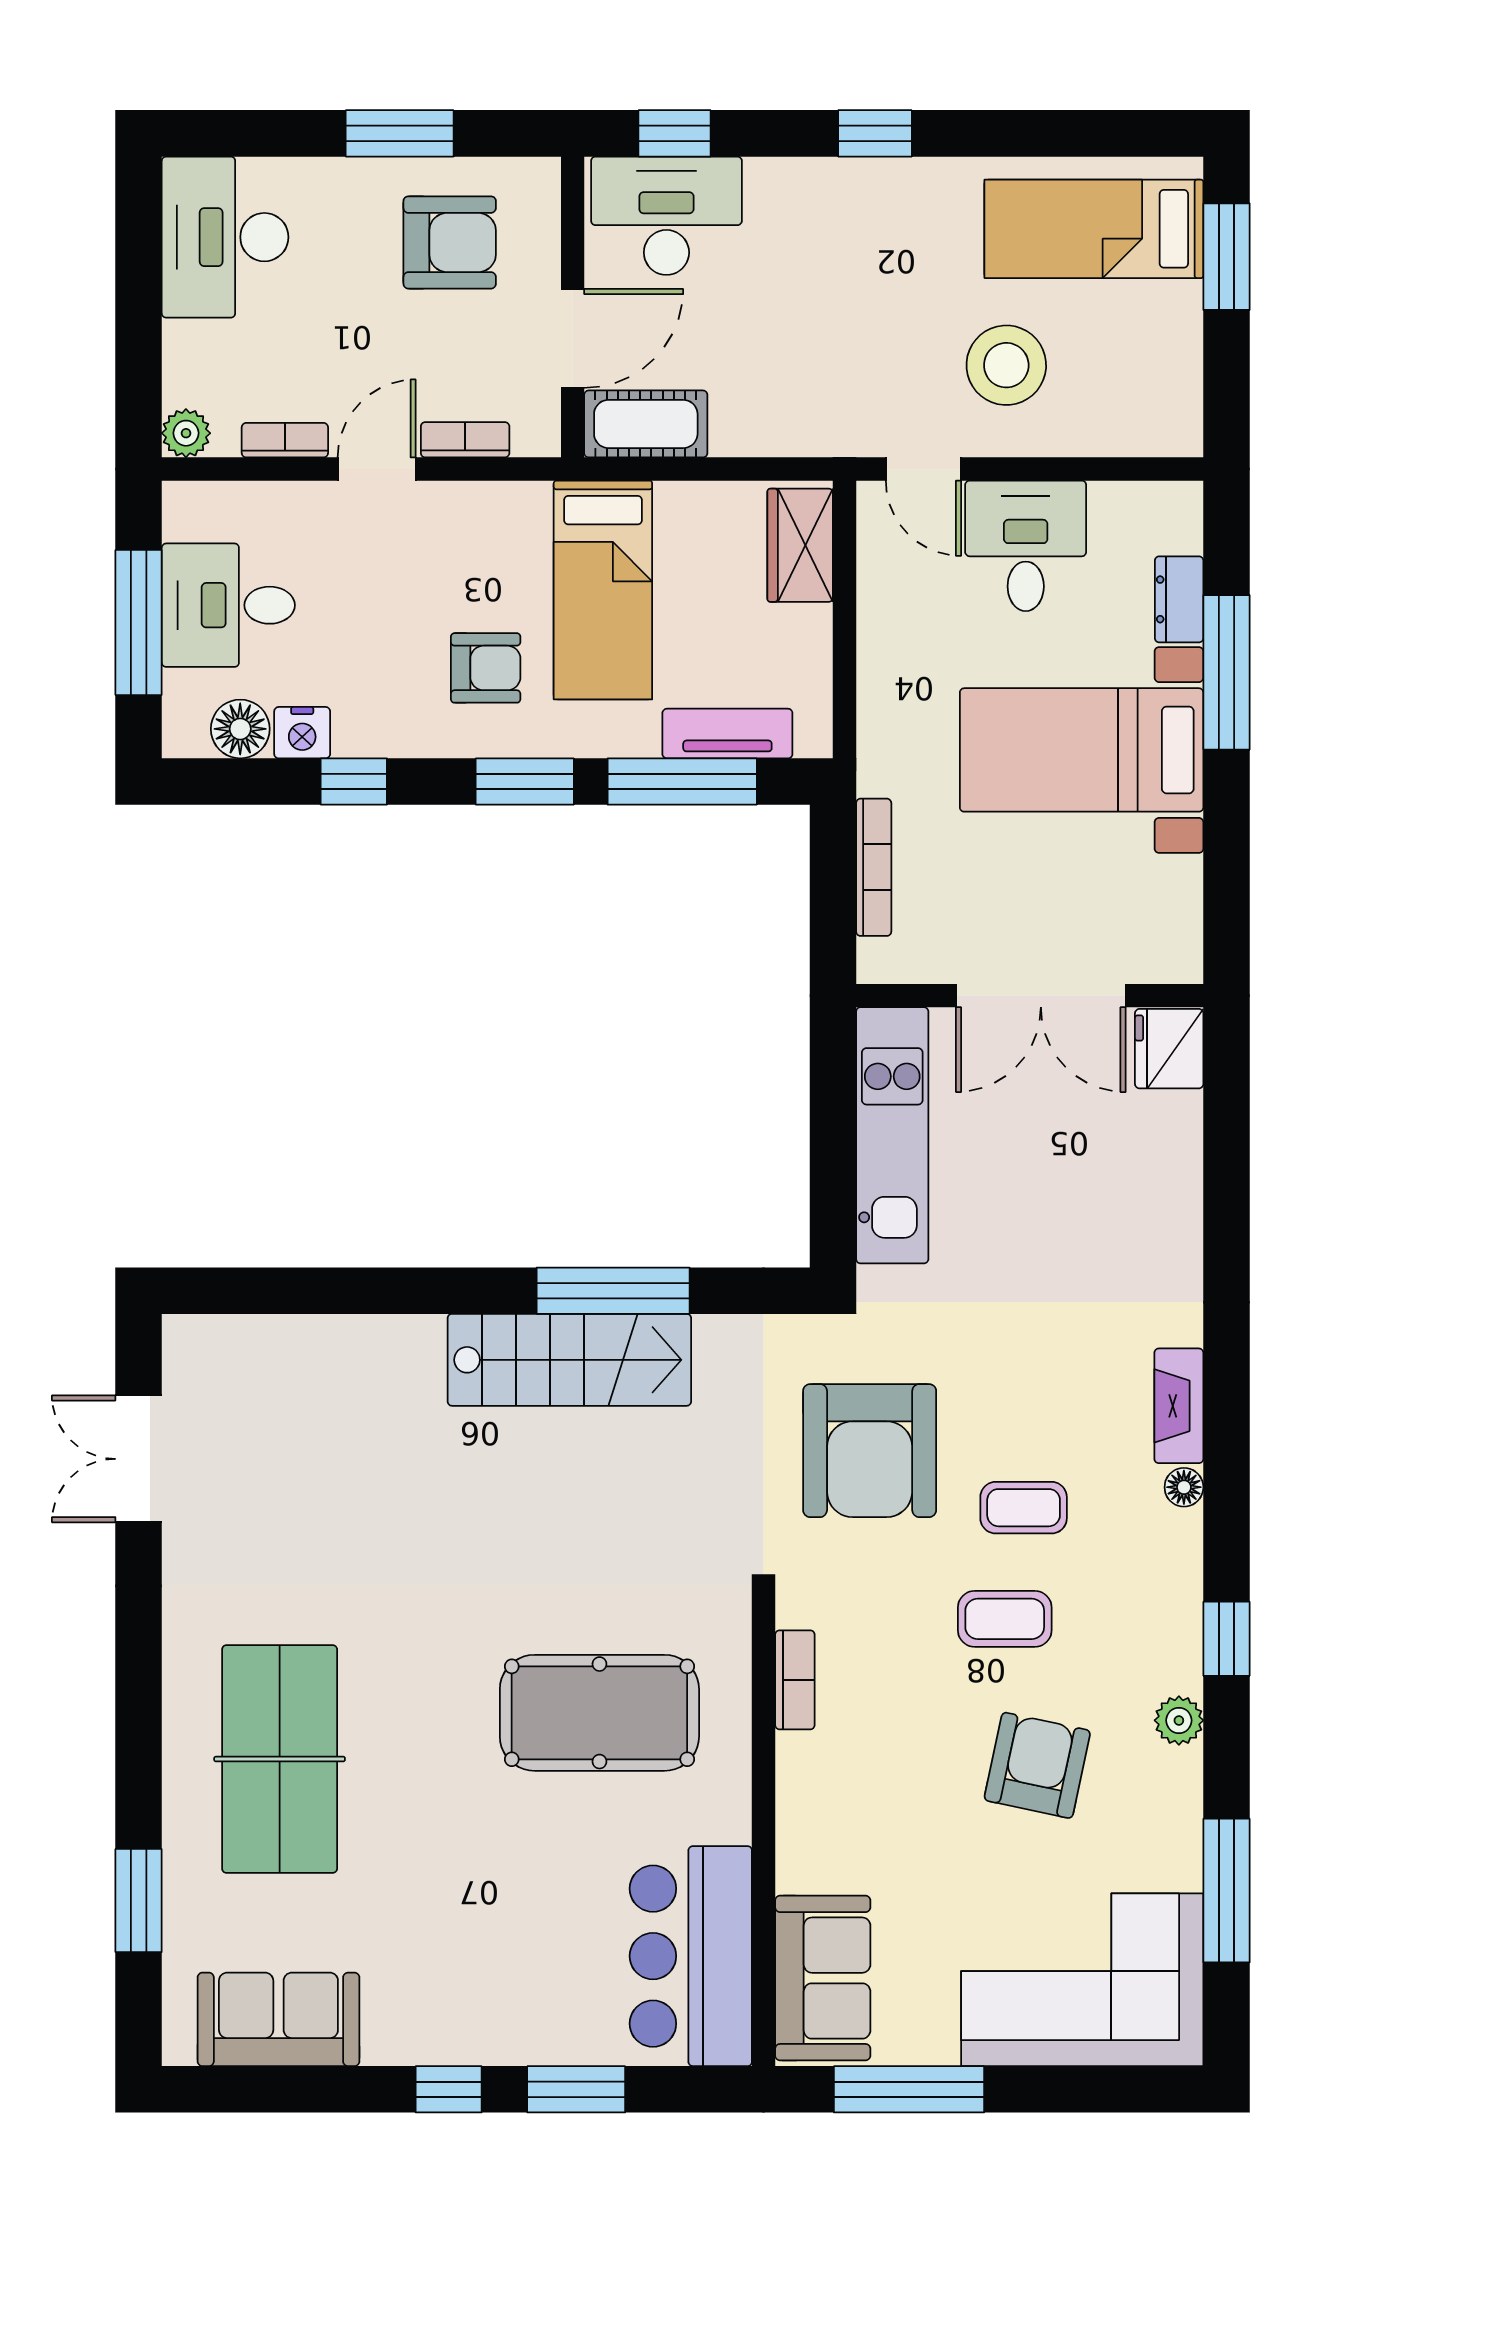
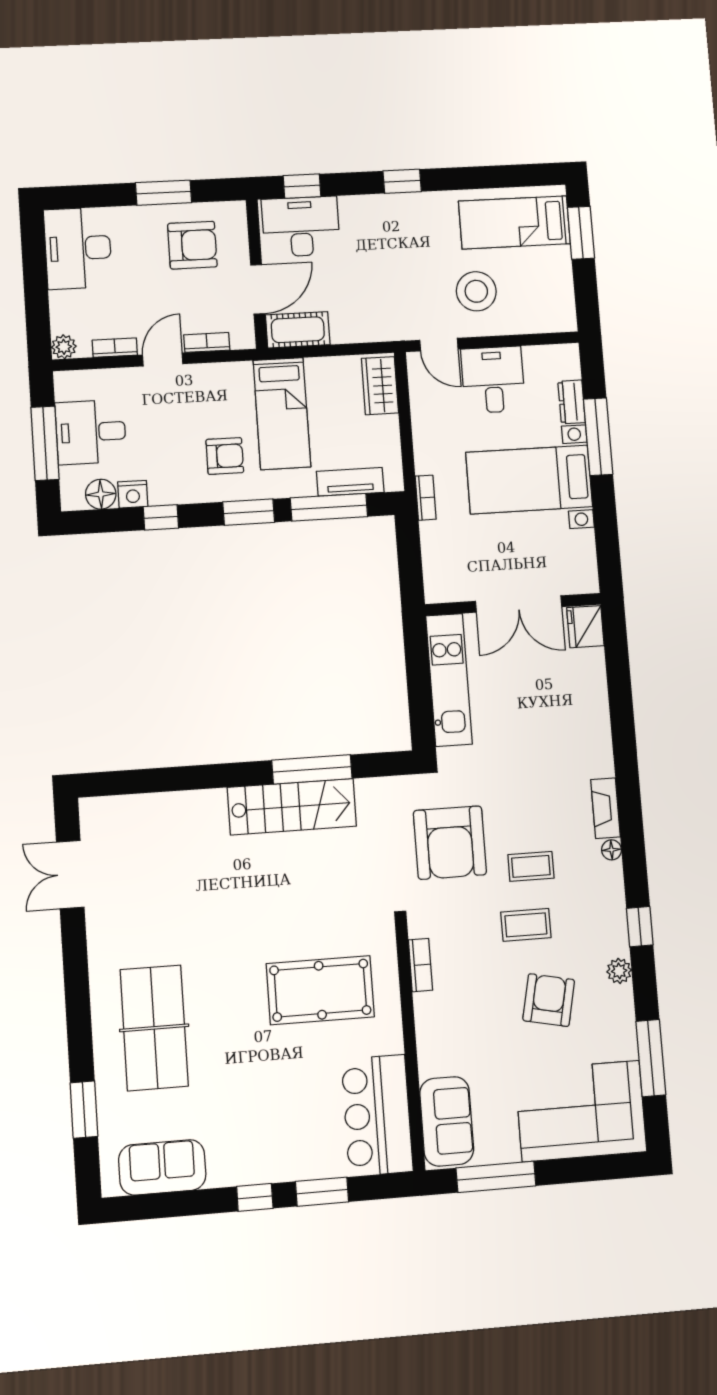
bookcase: (874, 867) -> (426, 498), moved, width x0.64

